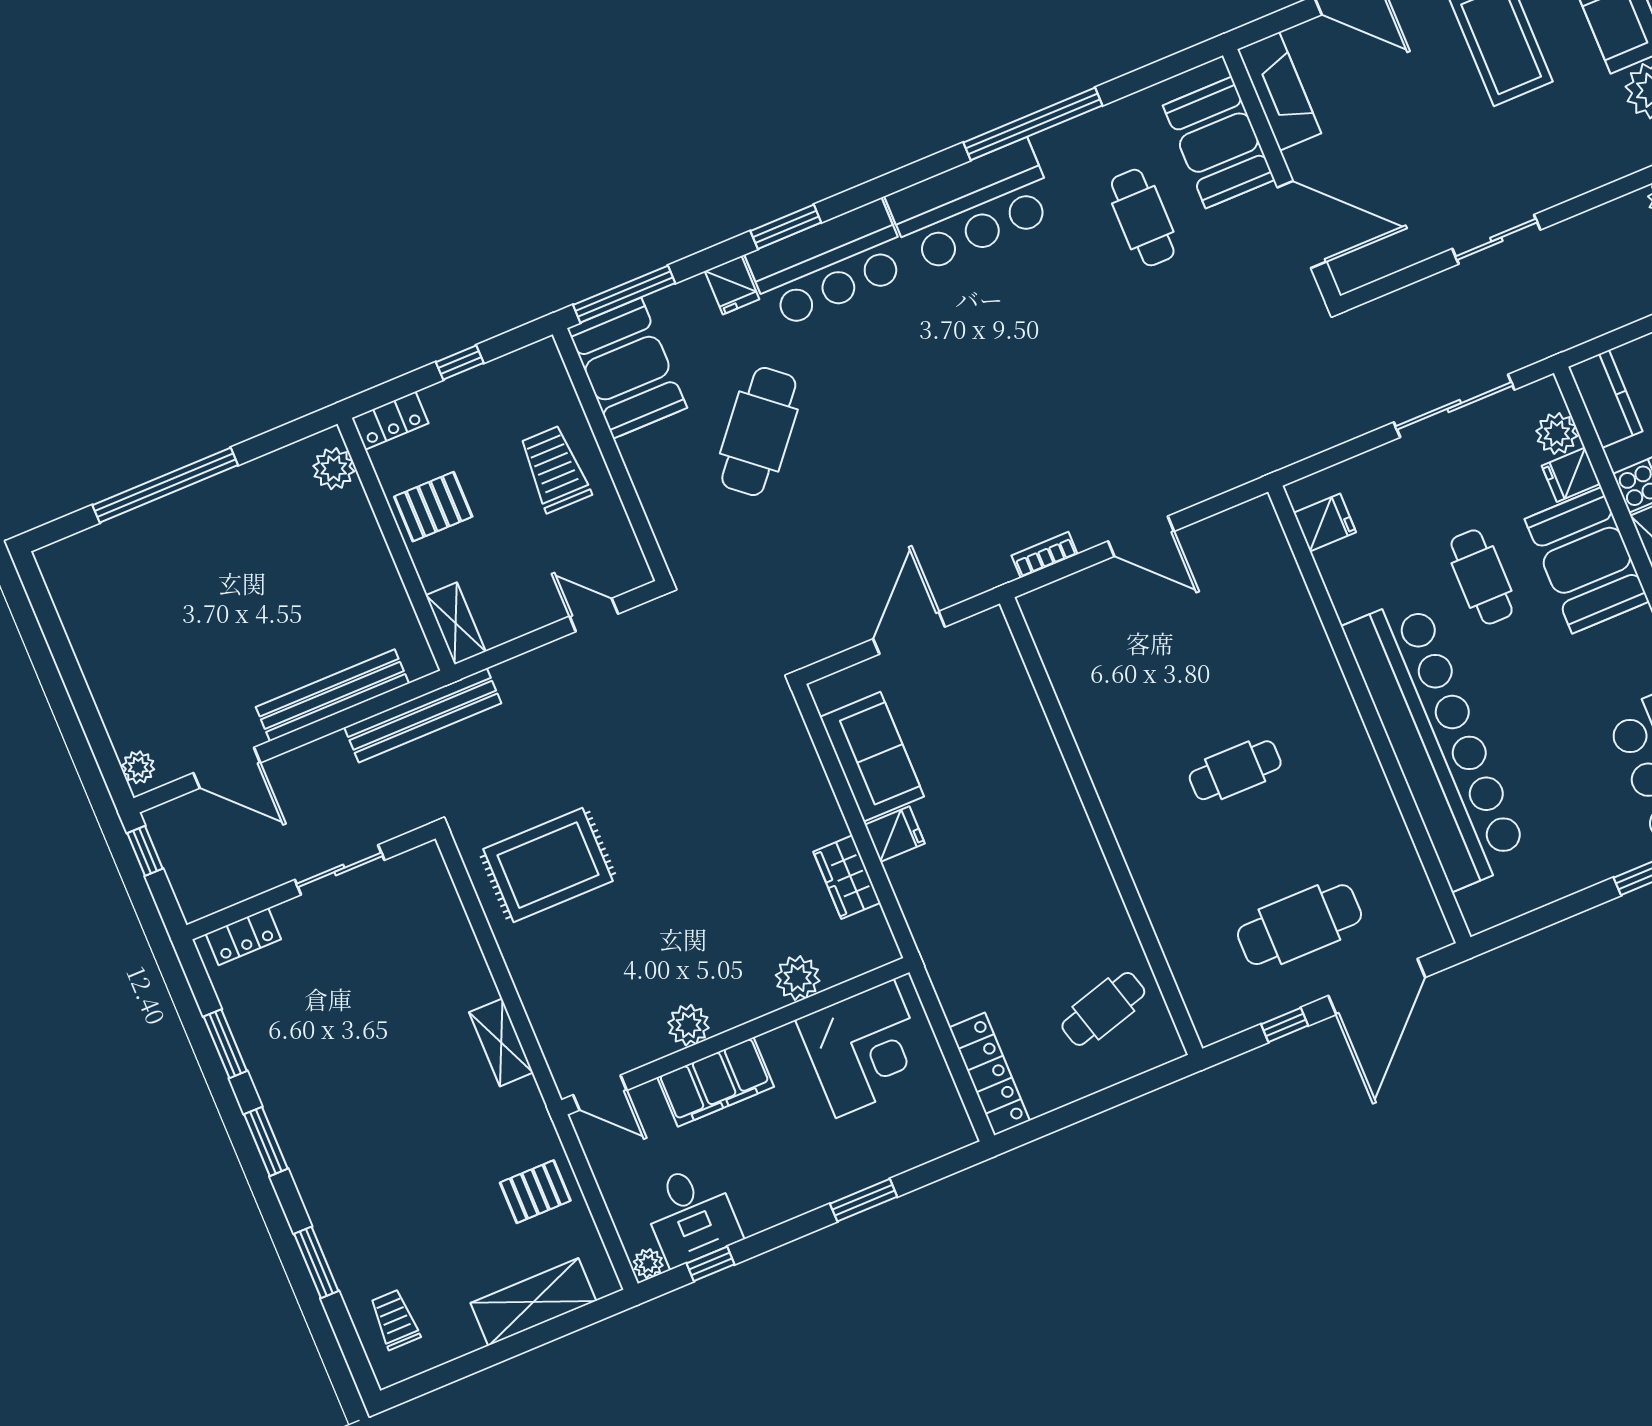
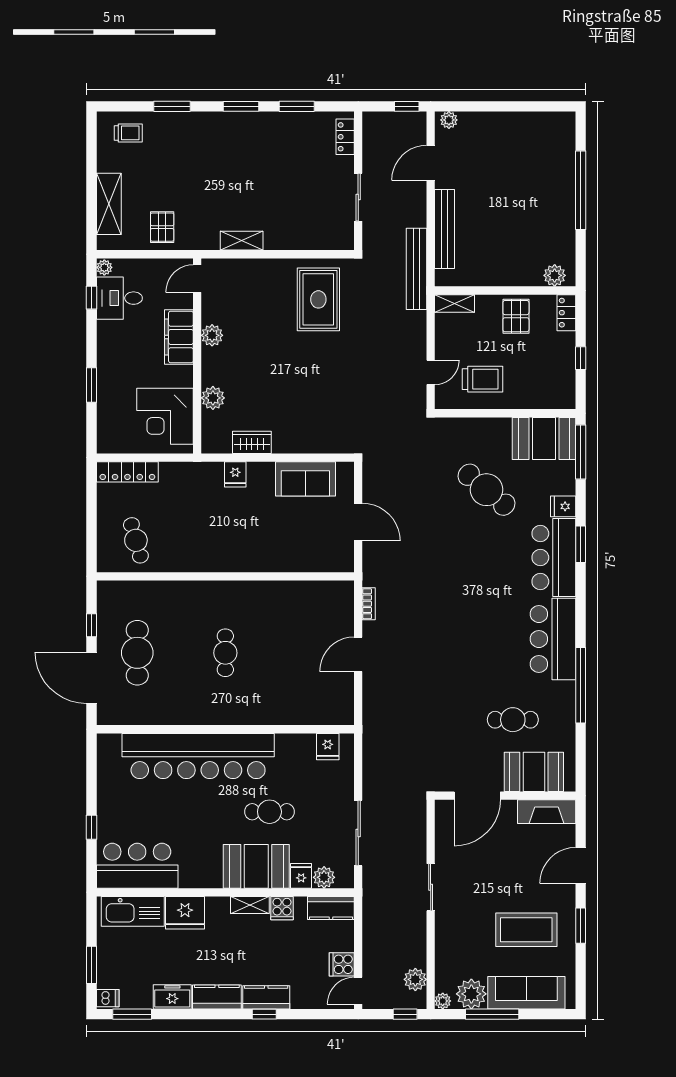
trolley: (555, 469) -> (482, 379), moved
fridge: (895, 834) -> (235, 474), moved

